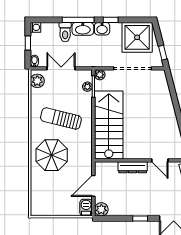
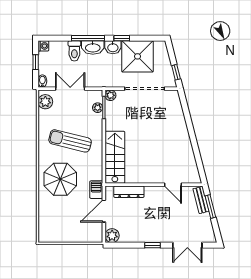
shower: (137, 37) -> (138, 56), moved
stairs: (109, 125) -> (115, 157), width x0.73, depth x0.66
dresser: (133, 167) -> (129, 192), moved
barbecue: (86, 208) -> (96, 190), moved

